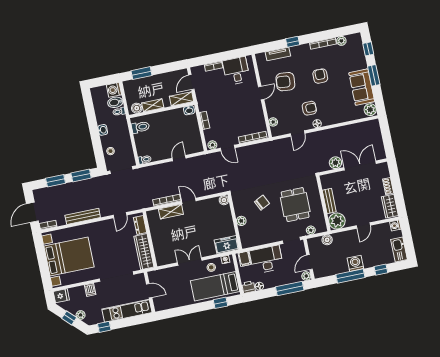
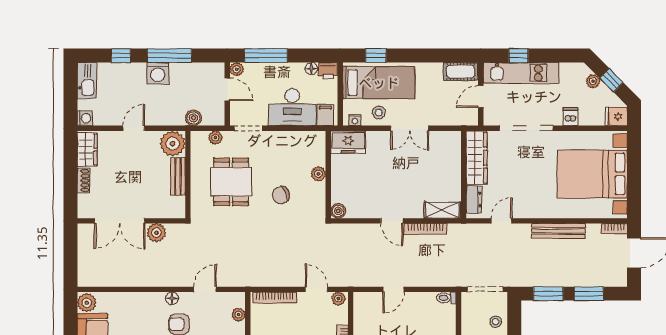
shelving: (171, 212) -> (442, 210), moved
door: (310, 262) -> (227, 89), hinge flipped
door: (149, 291) -> (481, 97), hinge flipped
cot: (165, 304) -> (460, 72), added
window: (104, 327) -> (518, 56), moved

